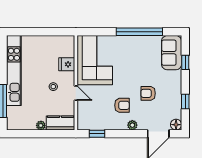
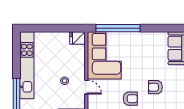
window: (139, 32) -> (118, 28), moved
fridge: (67, 64) -> (77, 38), moved

